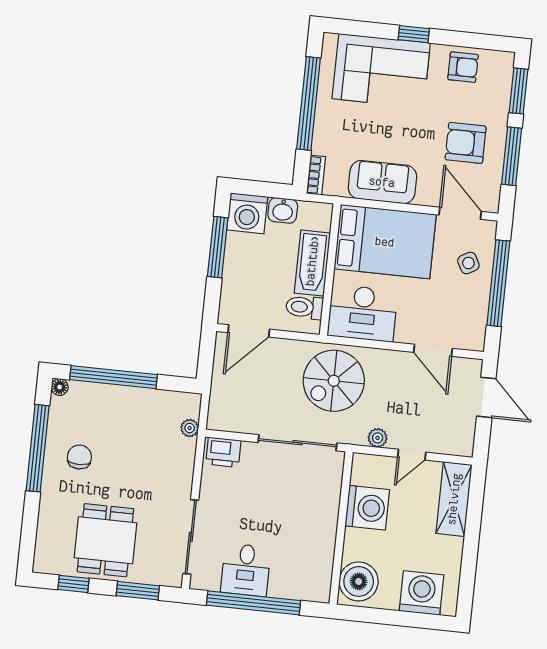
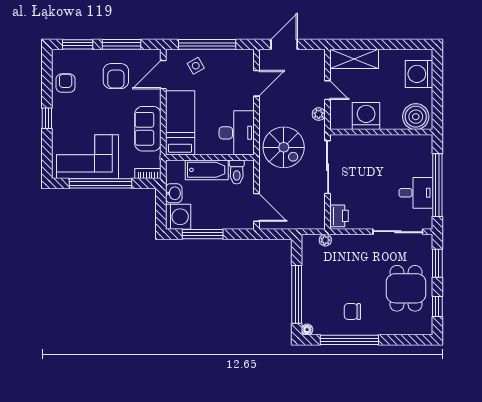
corner sofa: (381, 71) -> (87, 157), moved, turned -90
bed: (385, 242) -> (180, 123), width x0.67
dining table: (105, 540) -> (406, 288), turned 90

